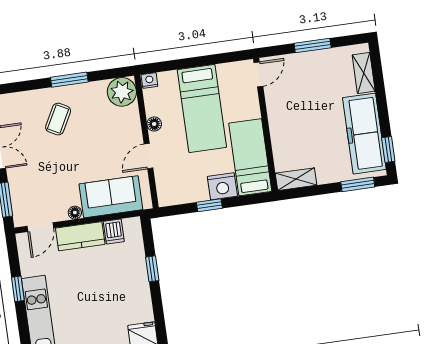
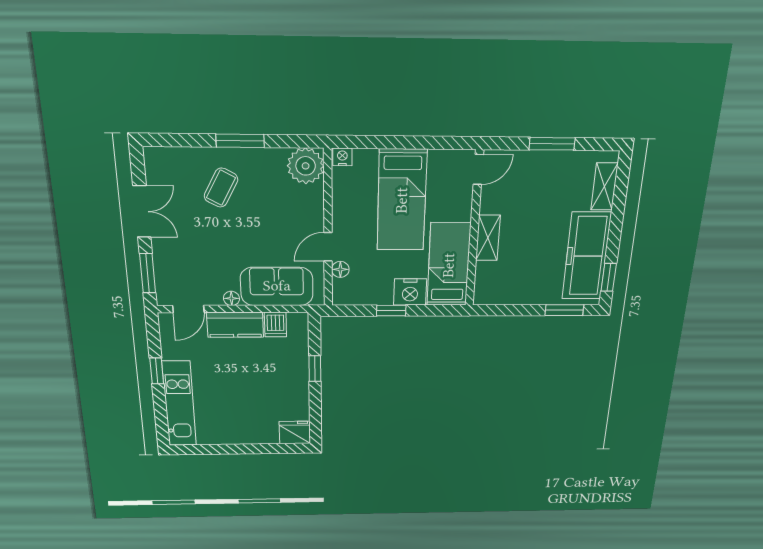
floor lamp: (154, 124) -> (340, 269), moved
shelving: (296, 179) -> (488, 238), moved, turned 90

